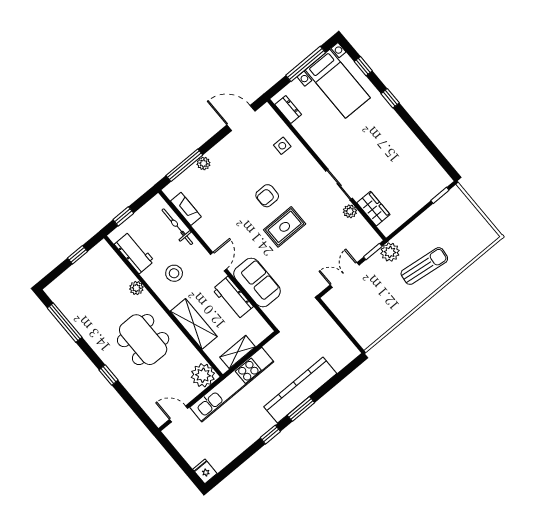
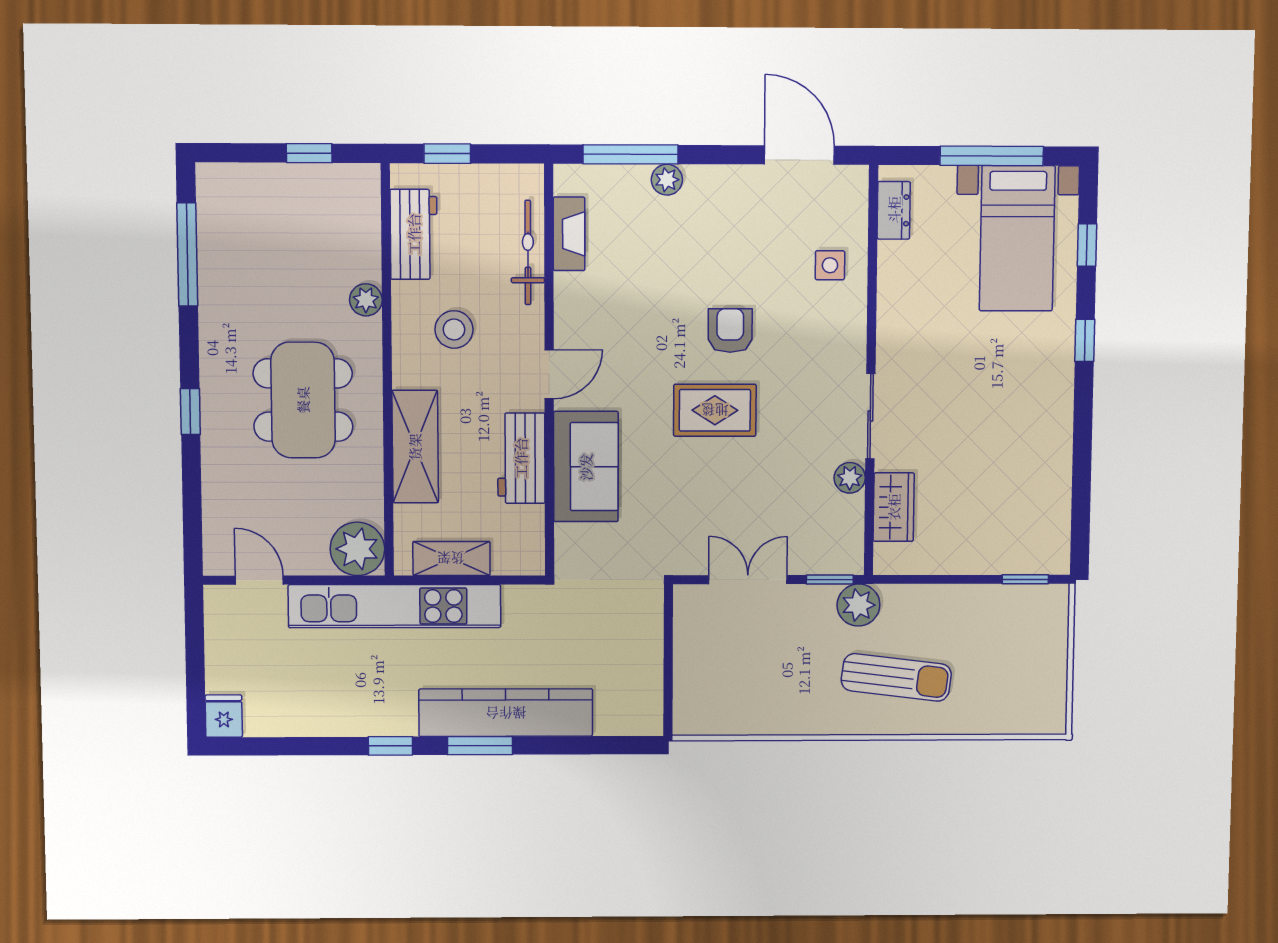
armchair: (267, 196) -> (730, 331), turned 90

